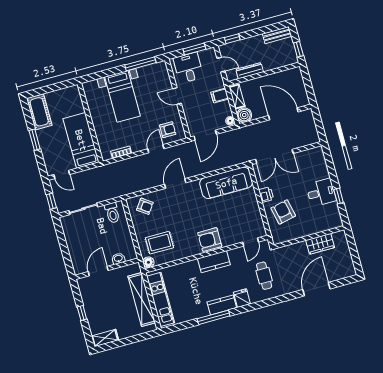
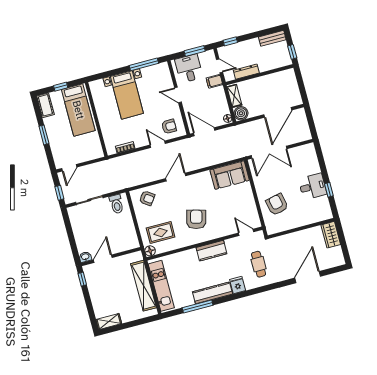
window: (52, 88) -> (61, 87), added
filing cabinet: (220, 96) -> (214, 81), moved
cot: (39, 112) -> (45, 105), width x0.73, depth x0.75
door: (283, 114) -> (278, 112), swing flipped
door: (205, 135) -> (204, 132), swing flipped
bed: (81, 140) -> (78, 110), moved, turned 180
door: (156, 149) -> (158, 144), hinge flipped
door: (62, 174) -> (69, 168), hinge flipped
sofa: (226, 183) -> (230, 175), width x0.73
printer: (266, 195) -> (261, 188), removed
armchair: (210, 240) -> (196, 219), moved, turned 105
door: (251, 242) -> (246, 232), swing flipped
wardrobe: (320, 244) -> (331, 235), moved, turned 90
washbasin: (118, 259) -> (85, 257), moved
kitchen counter: (222, 305) -> (213, 293), width x1.50
window: (82, 313) -> (82, 279), moved
window: (214, 317) -> (198, 306), moved

